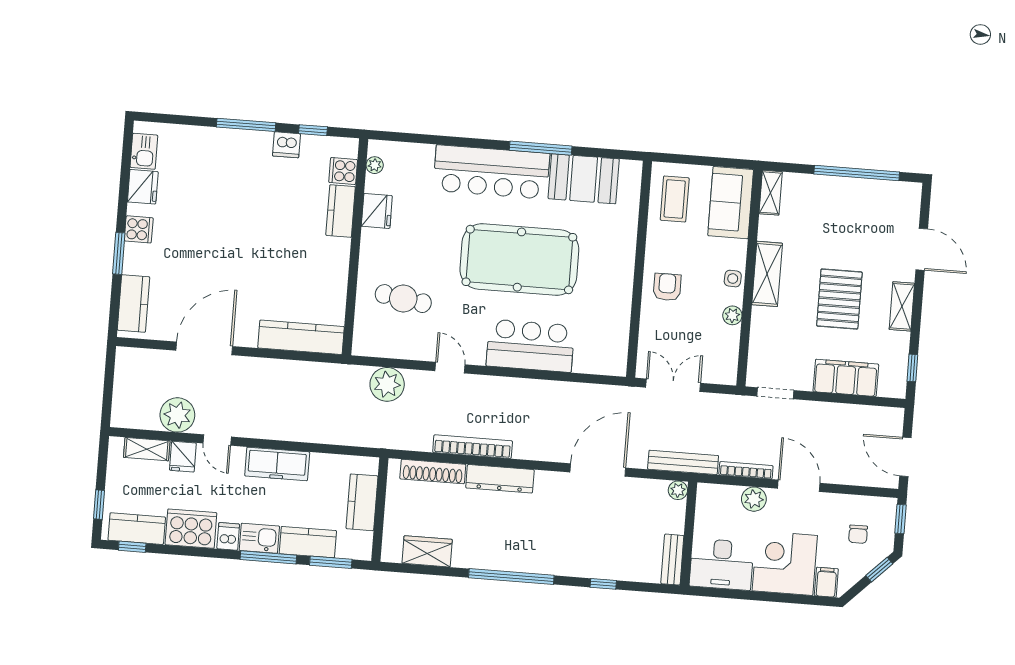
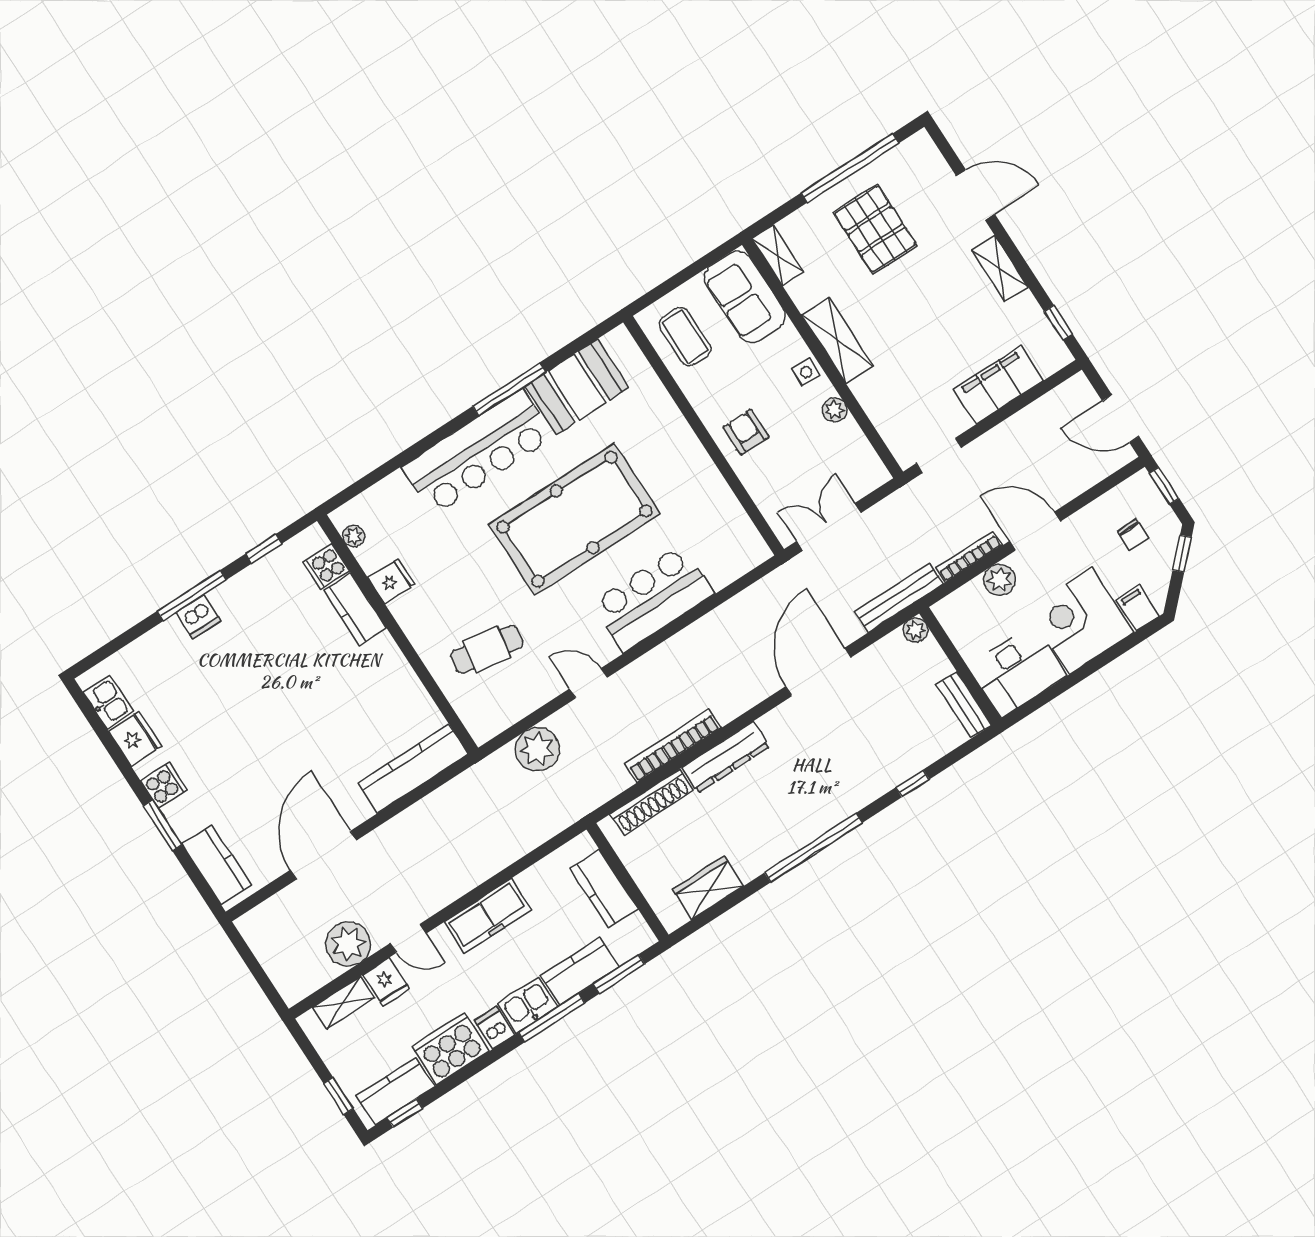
dishwasher: (286, 145) -> (198, 617), moved
fridge: (377, 211) -> (392, 581), width x0.72
pallet: (839, 299) -> (875, 229), moved

